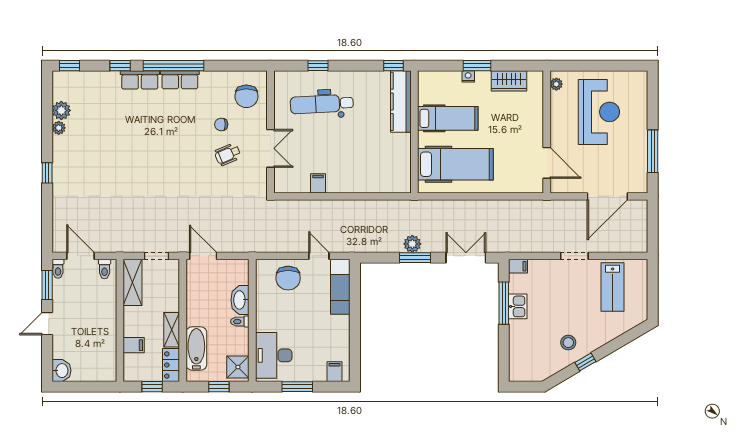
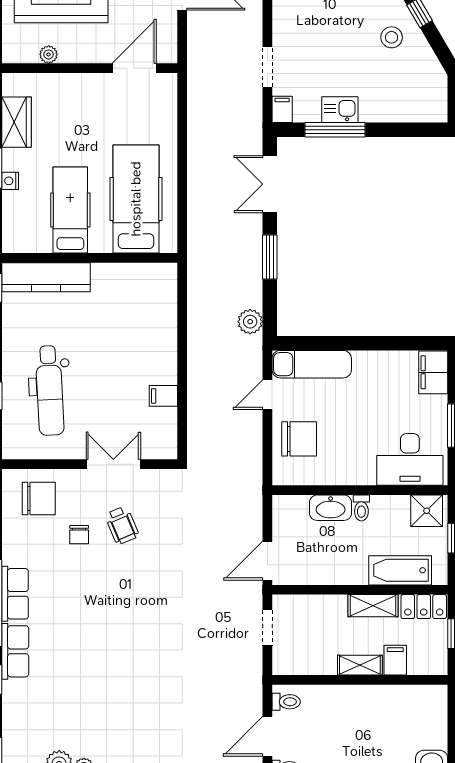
plant: (556, 84) -> (49, 54), moved
plant: (412, 244) -> (250, 322), moved
doorway: (574, 256) -> (267, 67), moved
shelving: (132, 282) -> (360, 665), moved, width x0.67, depth x0.75
filing cabinet: (335, 372) -> (433, 372), width x2.00

